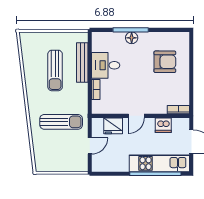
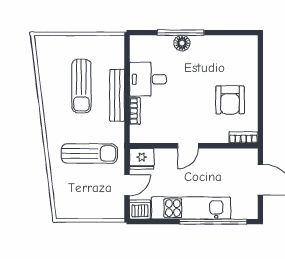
armchair: (165, 62) -> (230, 100), moved, turned 90
bench: (82, 63) -> (117, 95), moved
dishwasher: (163, 125) -> (140, 209), moved, turned 180
fridge: (113, 126) -> (142, 159), moved
kitchen unit: (159, 163) -> (191, 208), moved

